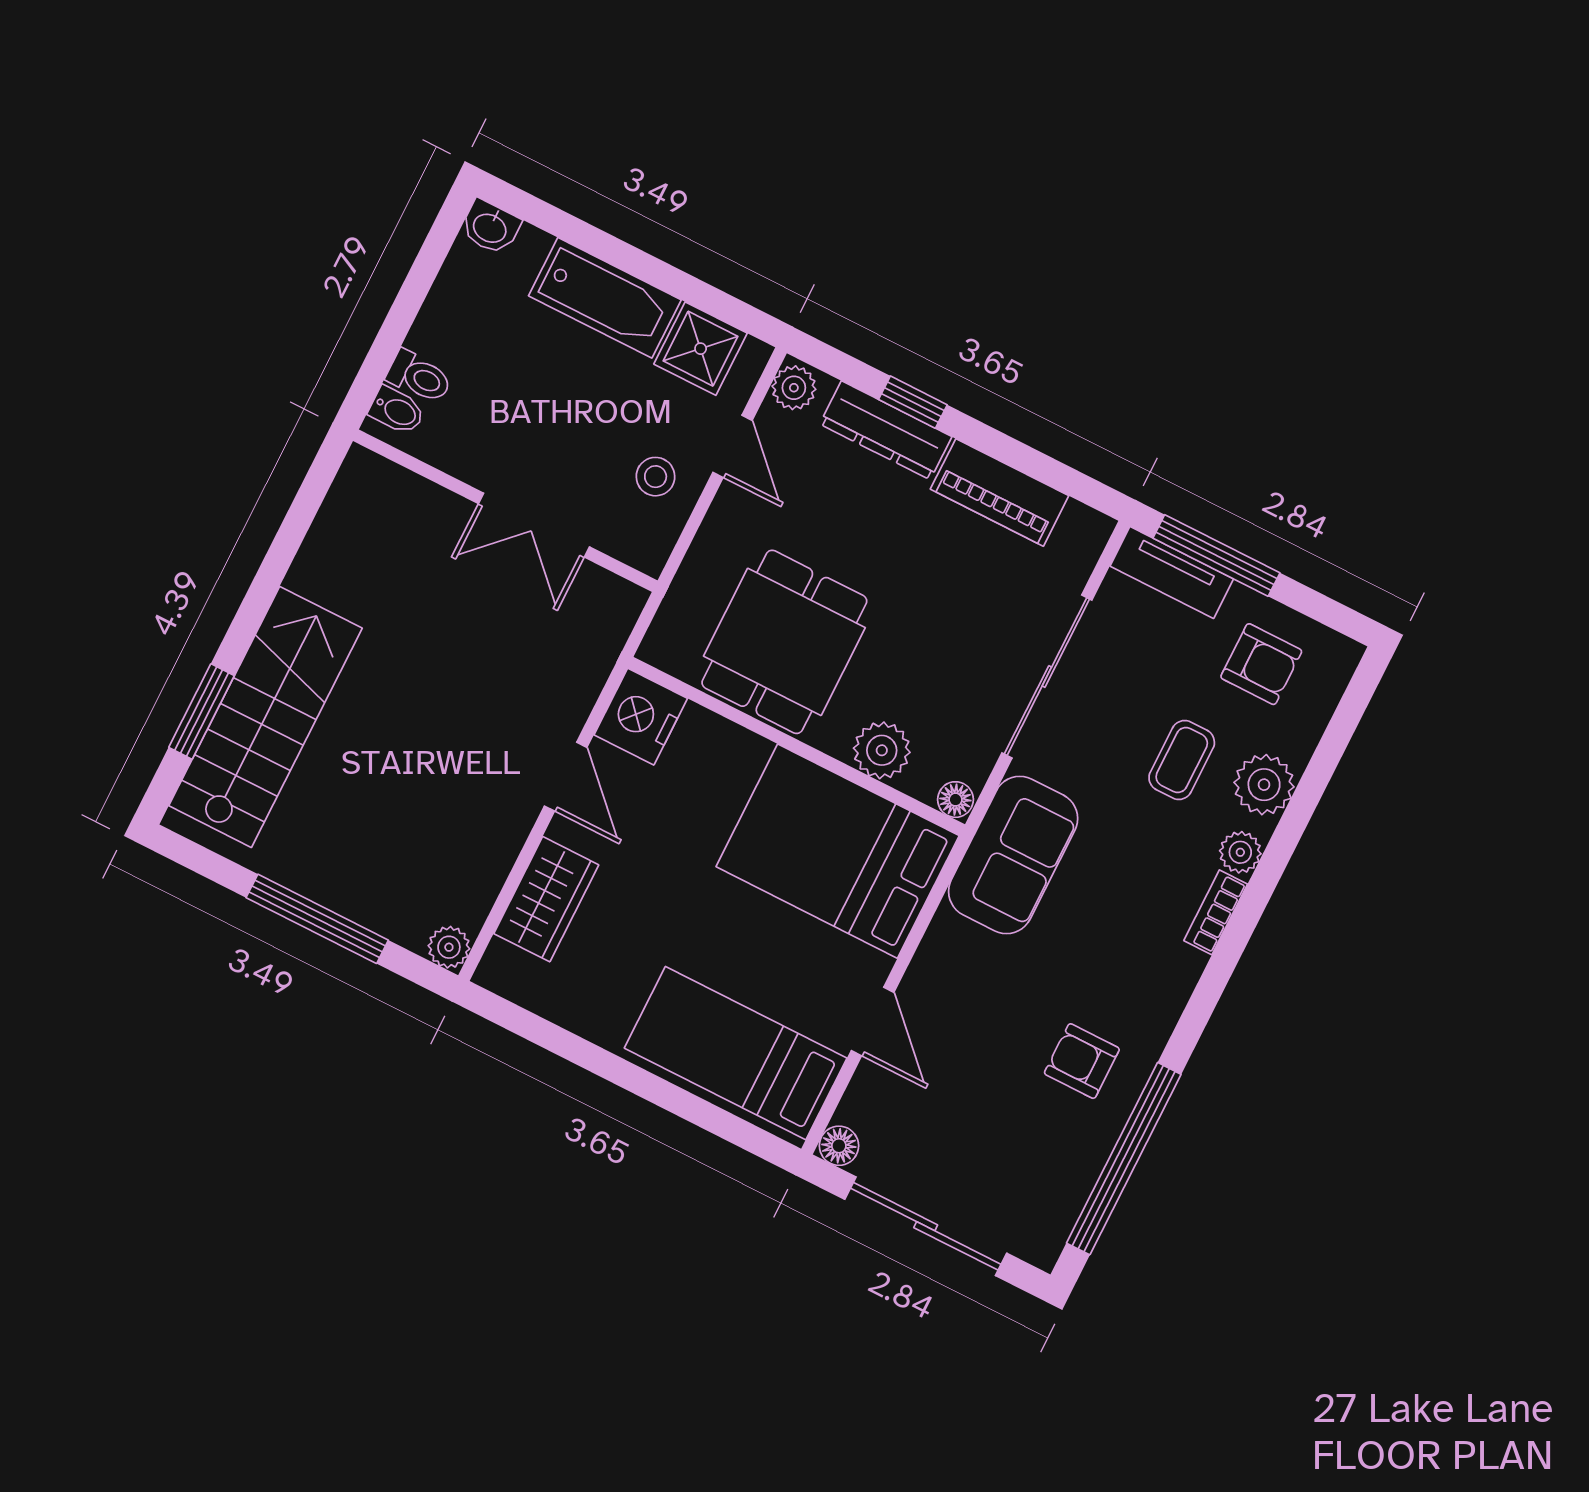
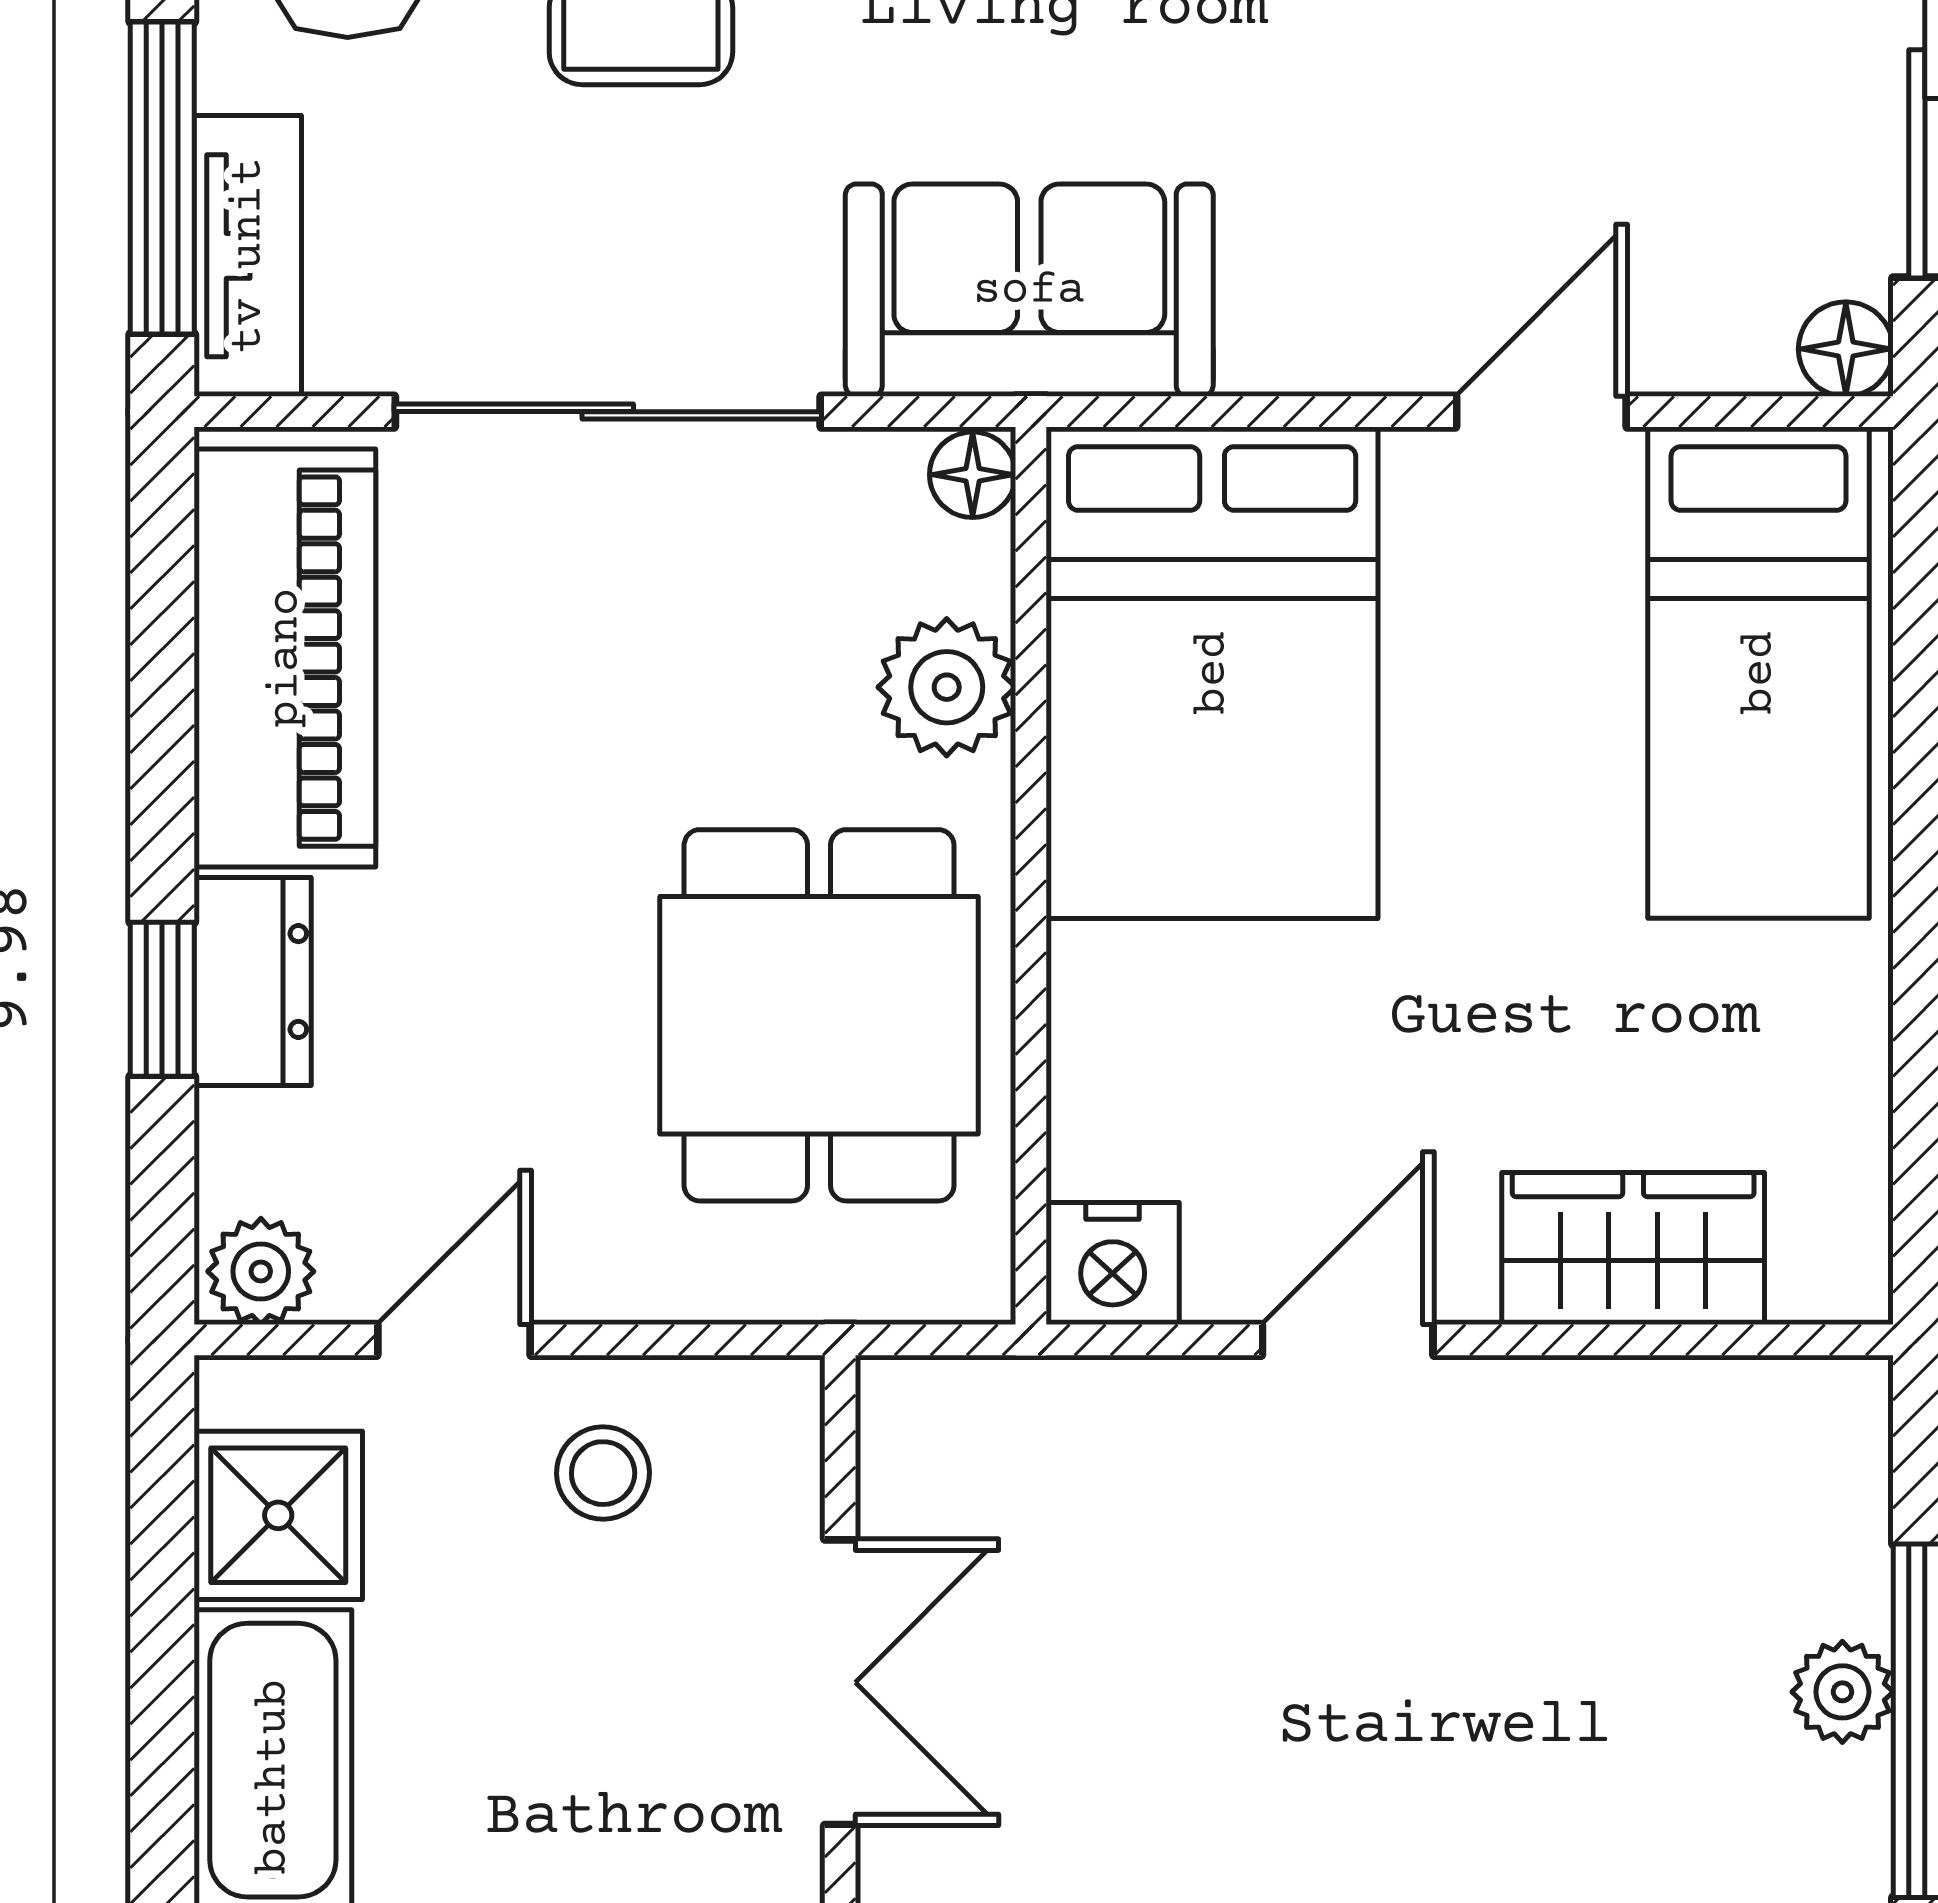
dresser: (886, 430) -> (253, 982), width x0.70
piano: (1000, 492) -> (285, 658), width x1.37, depth x1.33
dining table: (784, 642) -> (819, 1015), turned 90
nightstand: (641, 717) -> (1113, 1264), width x0.74, depth x0.75
plant: (449, 947) -> (1842, 1692), moved

